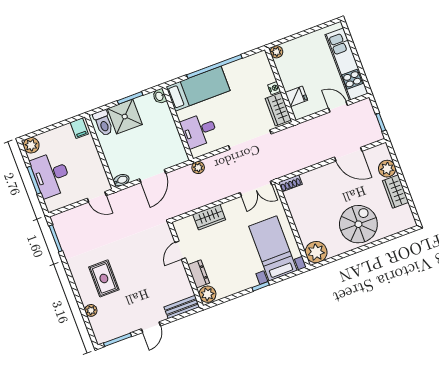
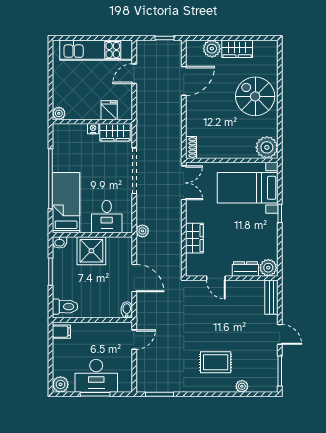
shower: (125, 117) -> (91, 251), moved

